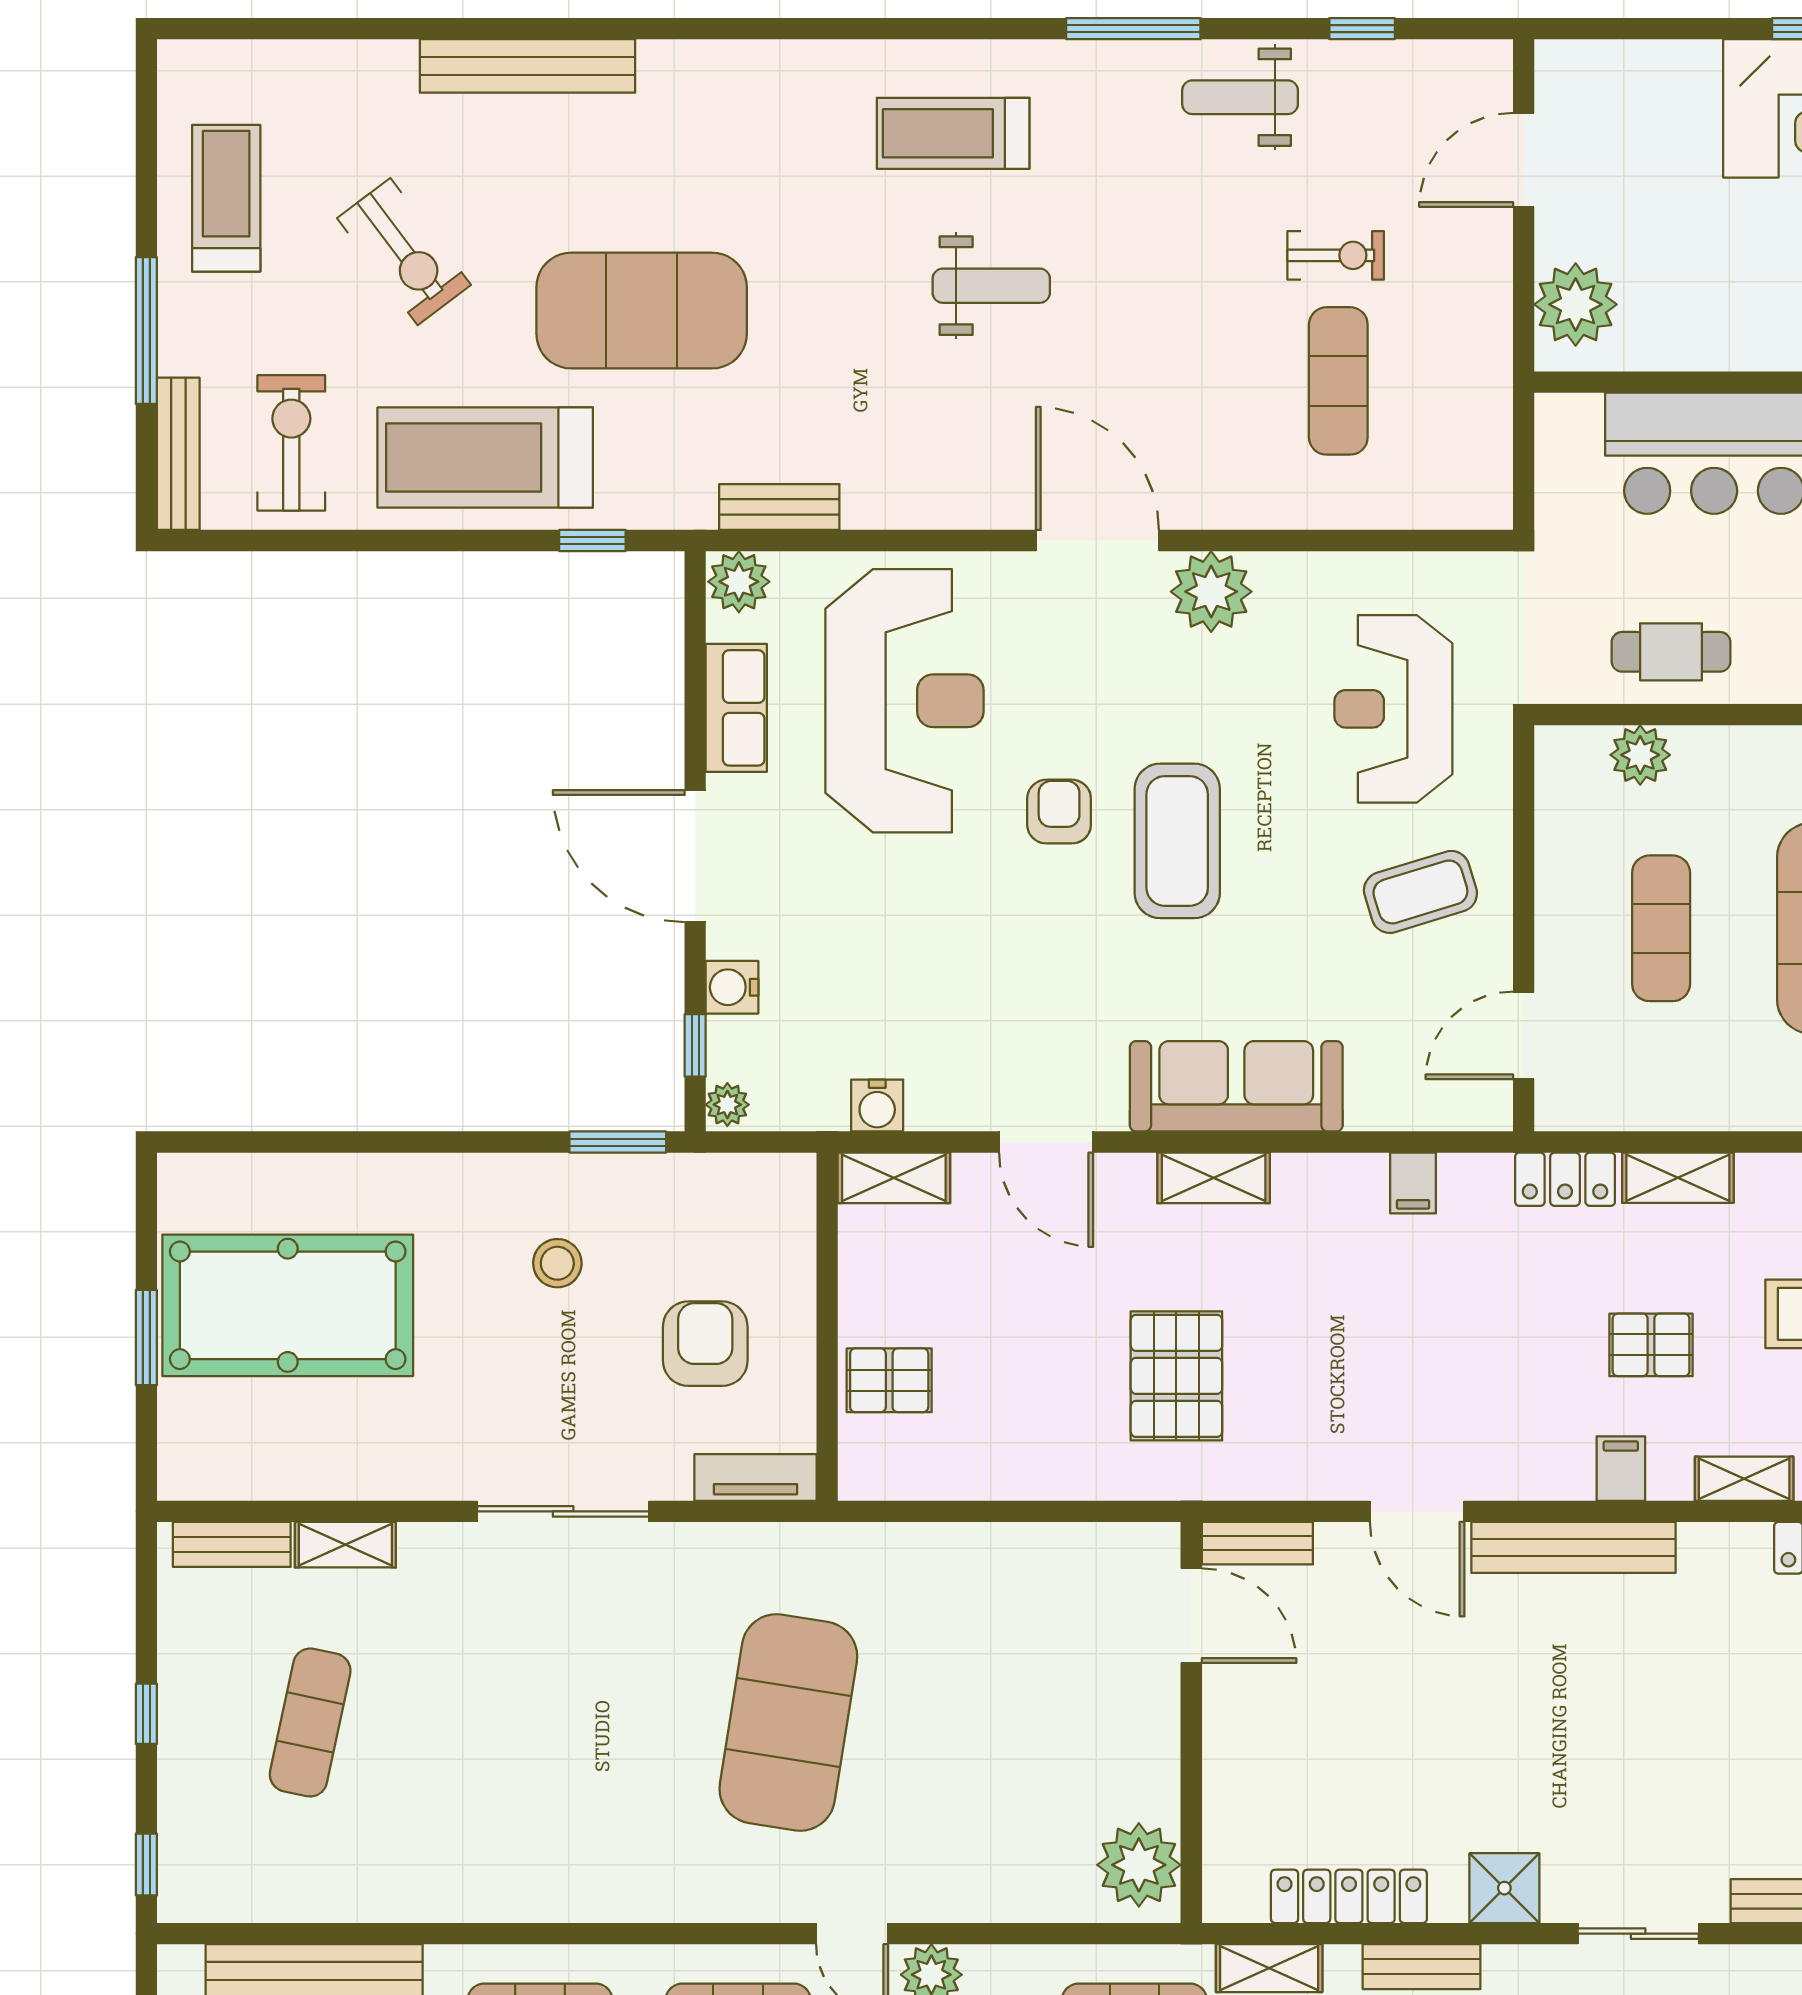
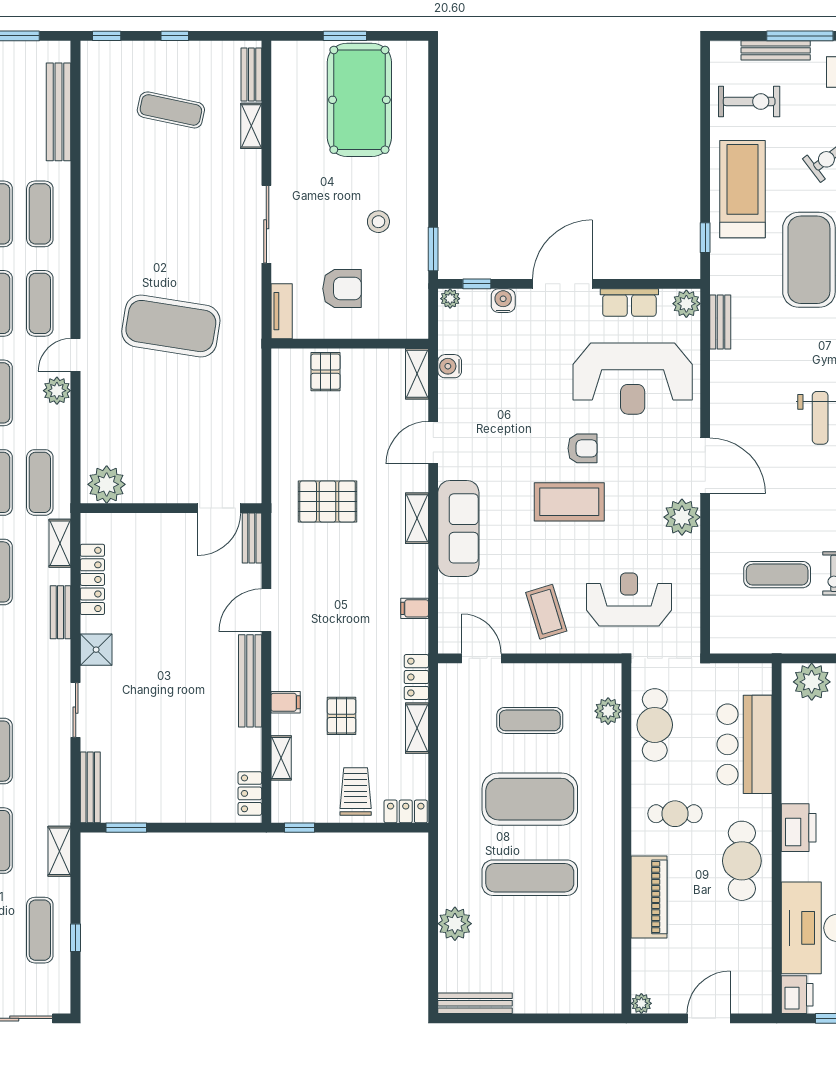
bench: (178, 454) -> (776, 50), moved
door: (1097, 540) -> (705, 466), hinge flipped
cafe table: (1671, 652) -> (655, 725), width x1.37, depth x1.35

